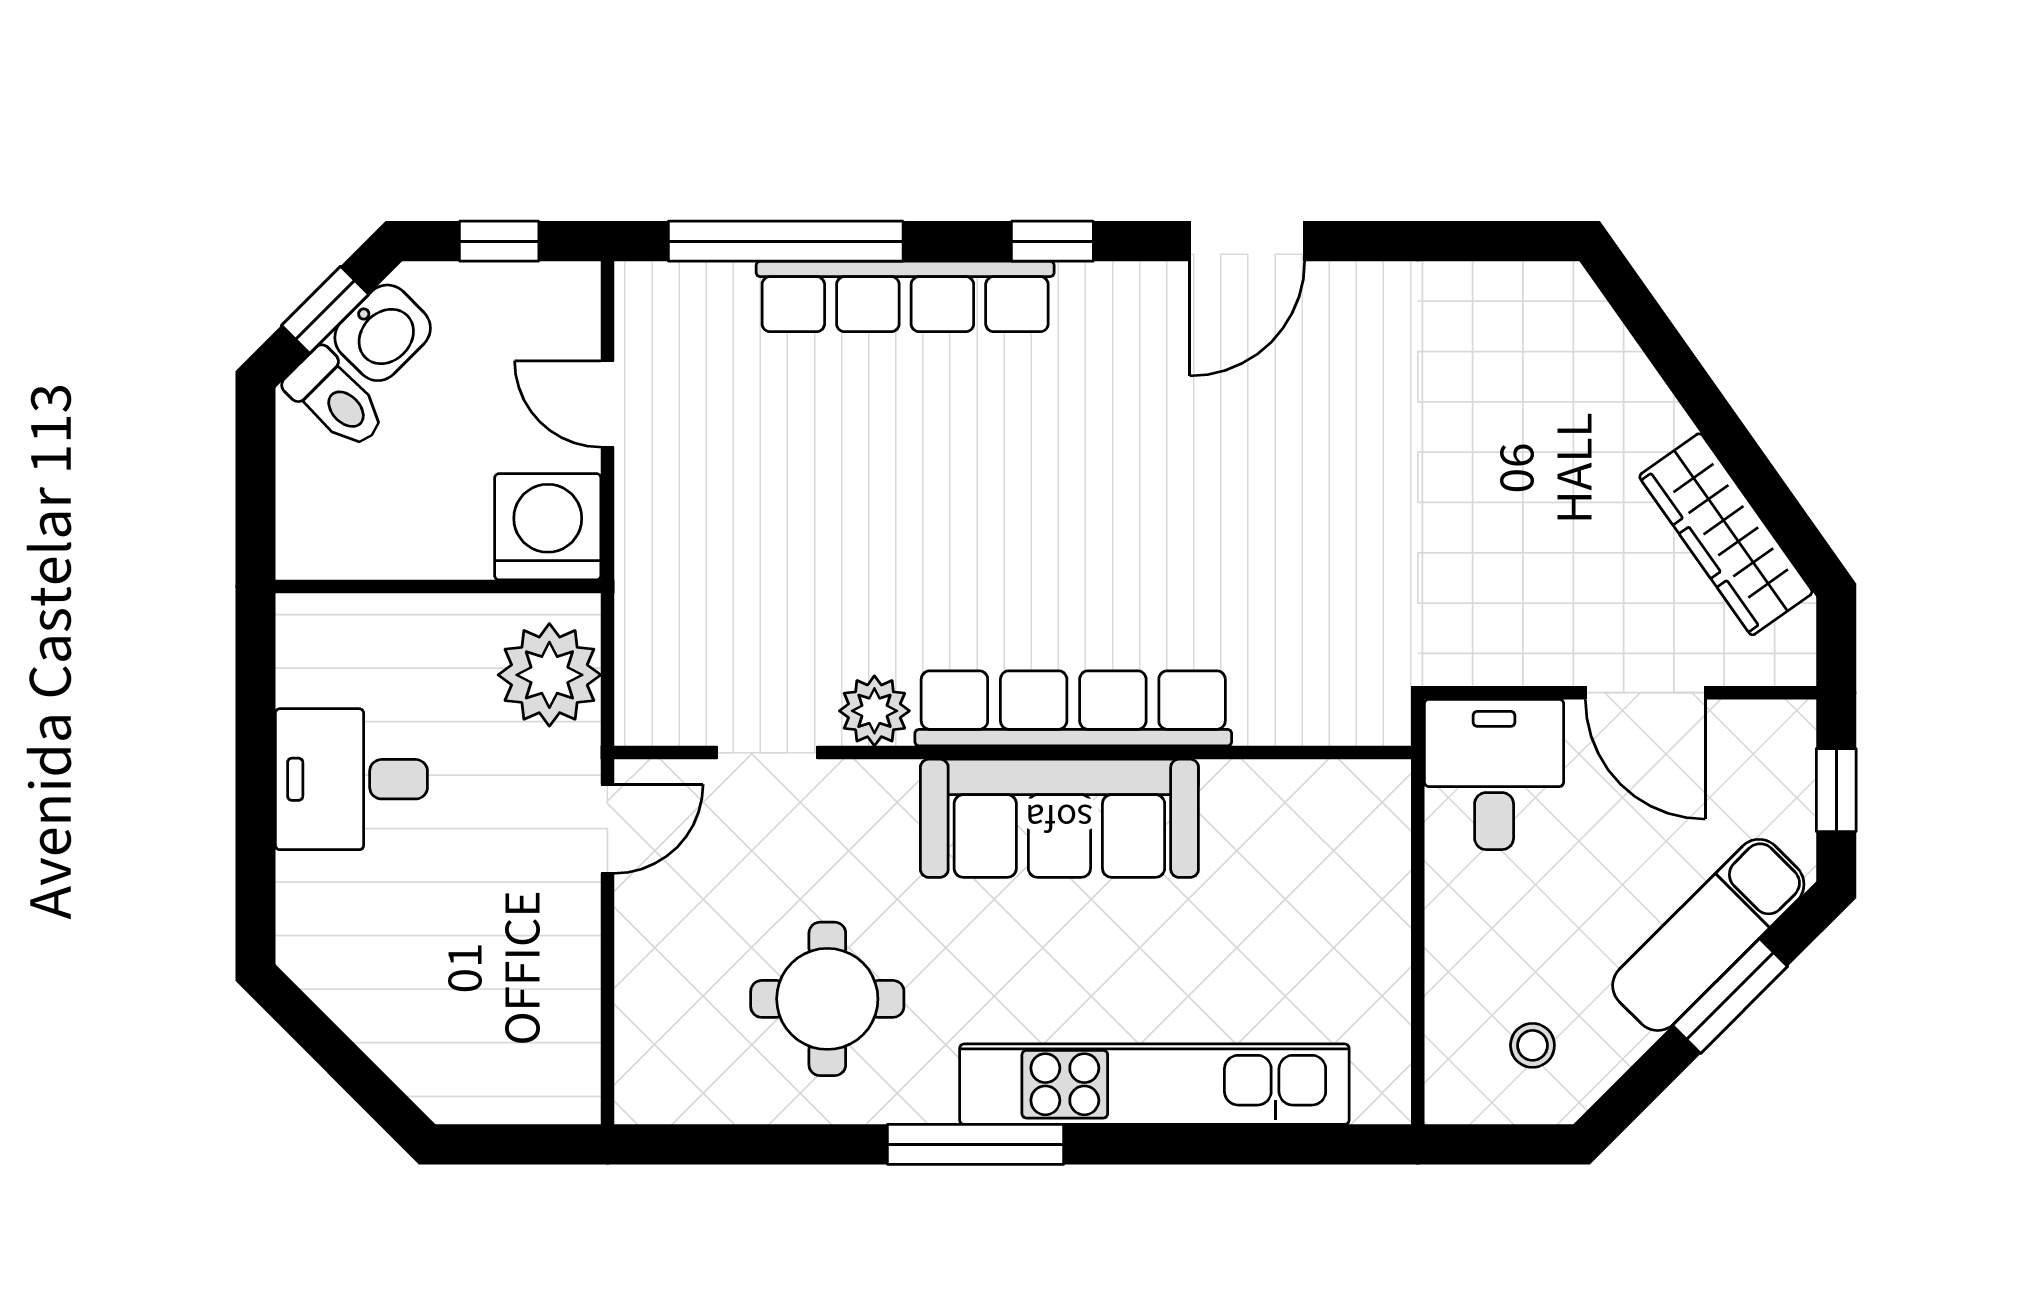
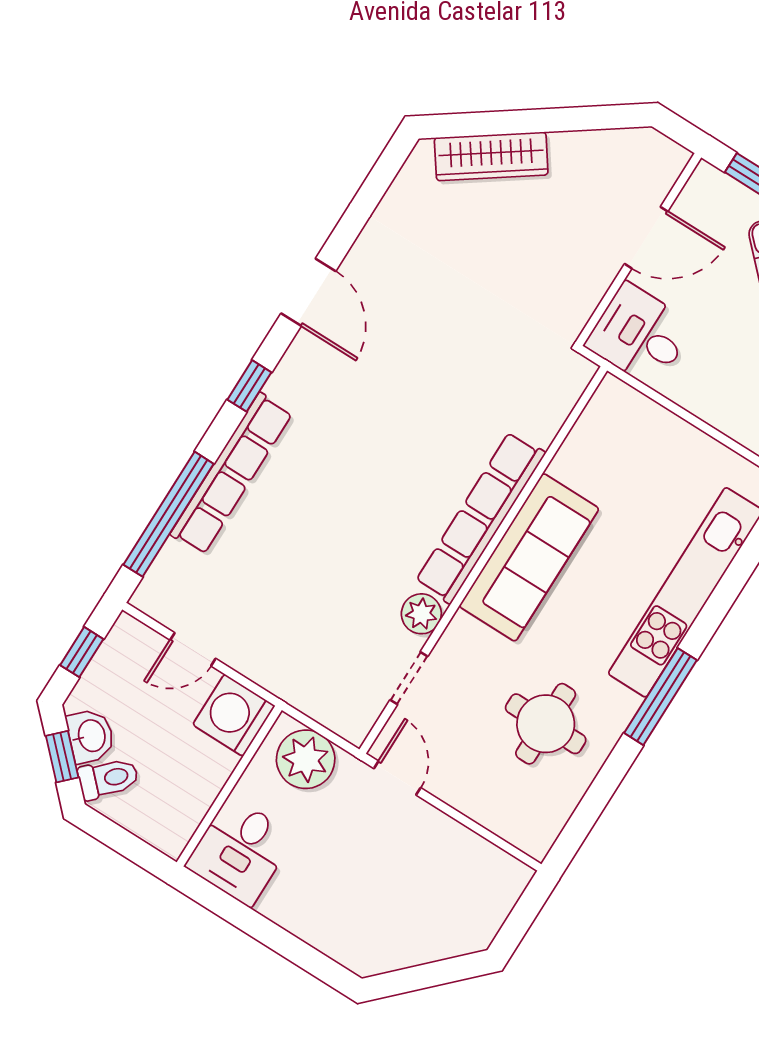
wardrobe: (1726, 534) -> (491, 156), moved
desk: (351, 779) -> (240, 851), moved

